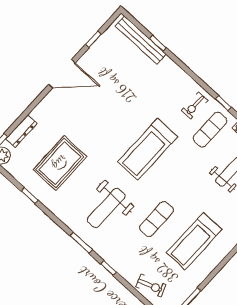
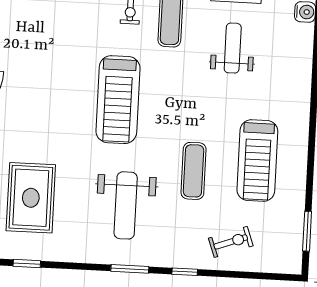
exercise bike: (151, 286) -> (231, 242), moved

